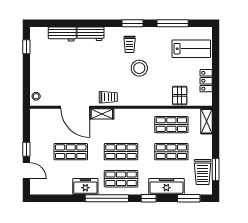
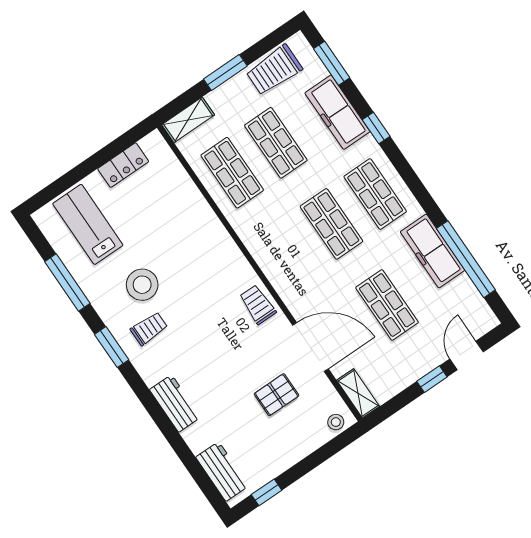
workbench: (62, 34) -> (222, 471), moved
stool: (139, 68) -> (142, 285), moved
pallet: (180, 95) -> (276, 395), moved
door: (75, 107) -> (310, 347), hinge flipped
shelving: (102, 114) -> (358, 393), moved
window: (216, 169) -> (225, 72), moved
trolley: (203, 172) -> (274, 70), turned 180
freezer: (85, 187) -> (433, 251), width x1.40
window: (107, 198) -> (466, 259), moved

